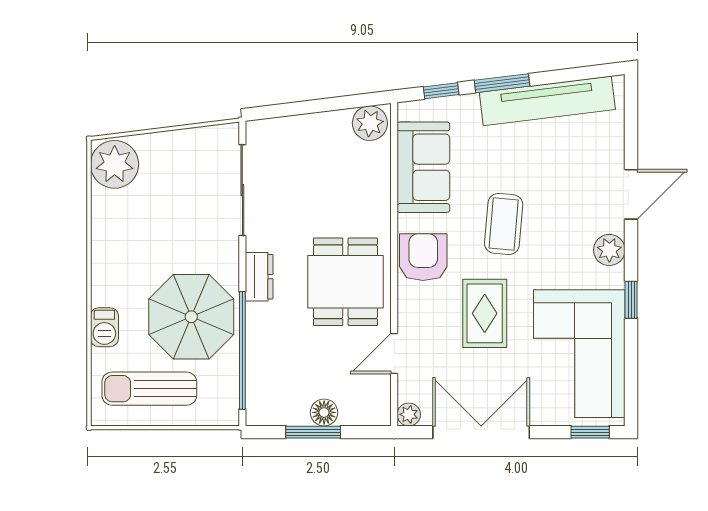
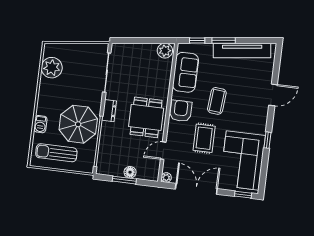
plant: (115, 164) -> (52, 68), moved
plant: (609, 250) -> (261, 118), removed

